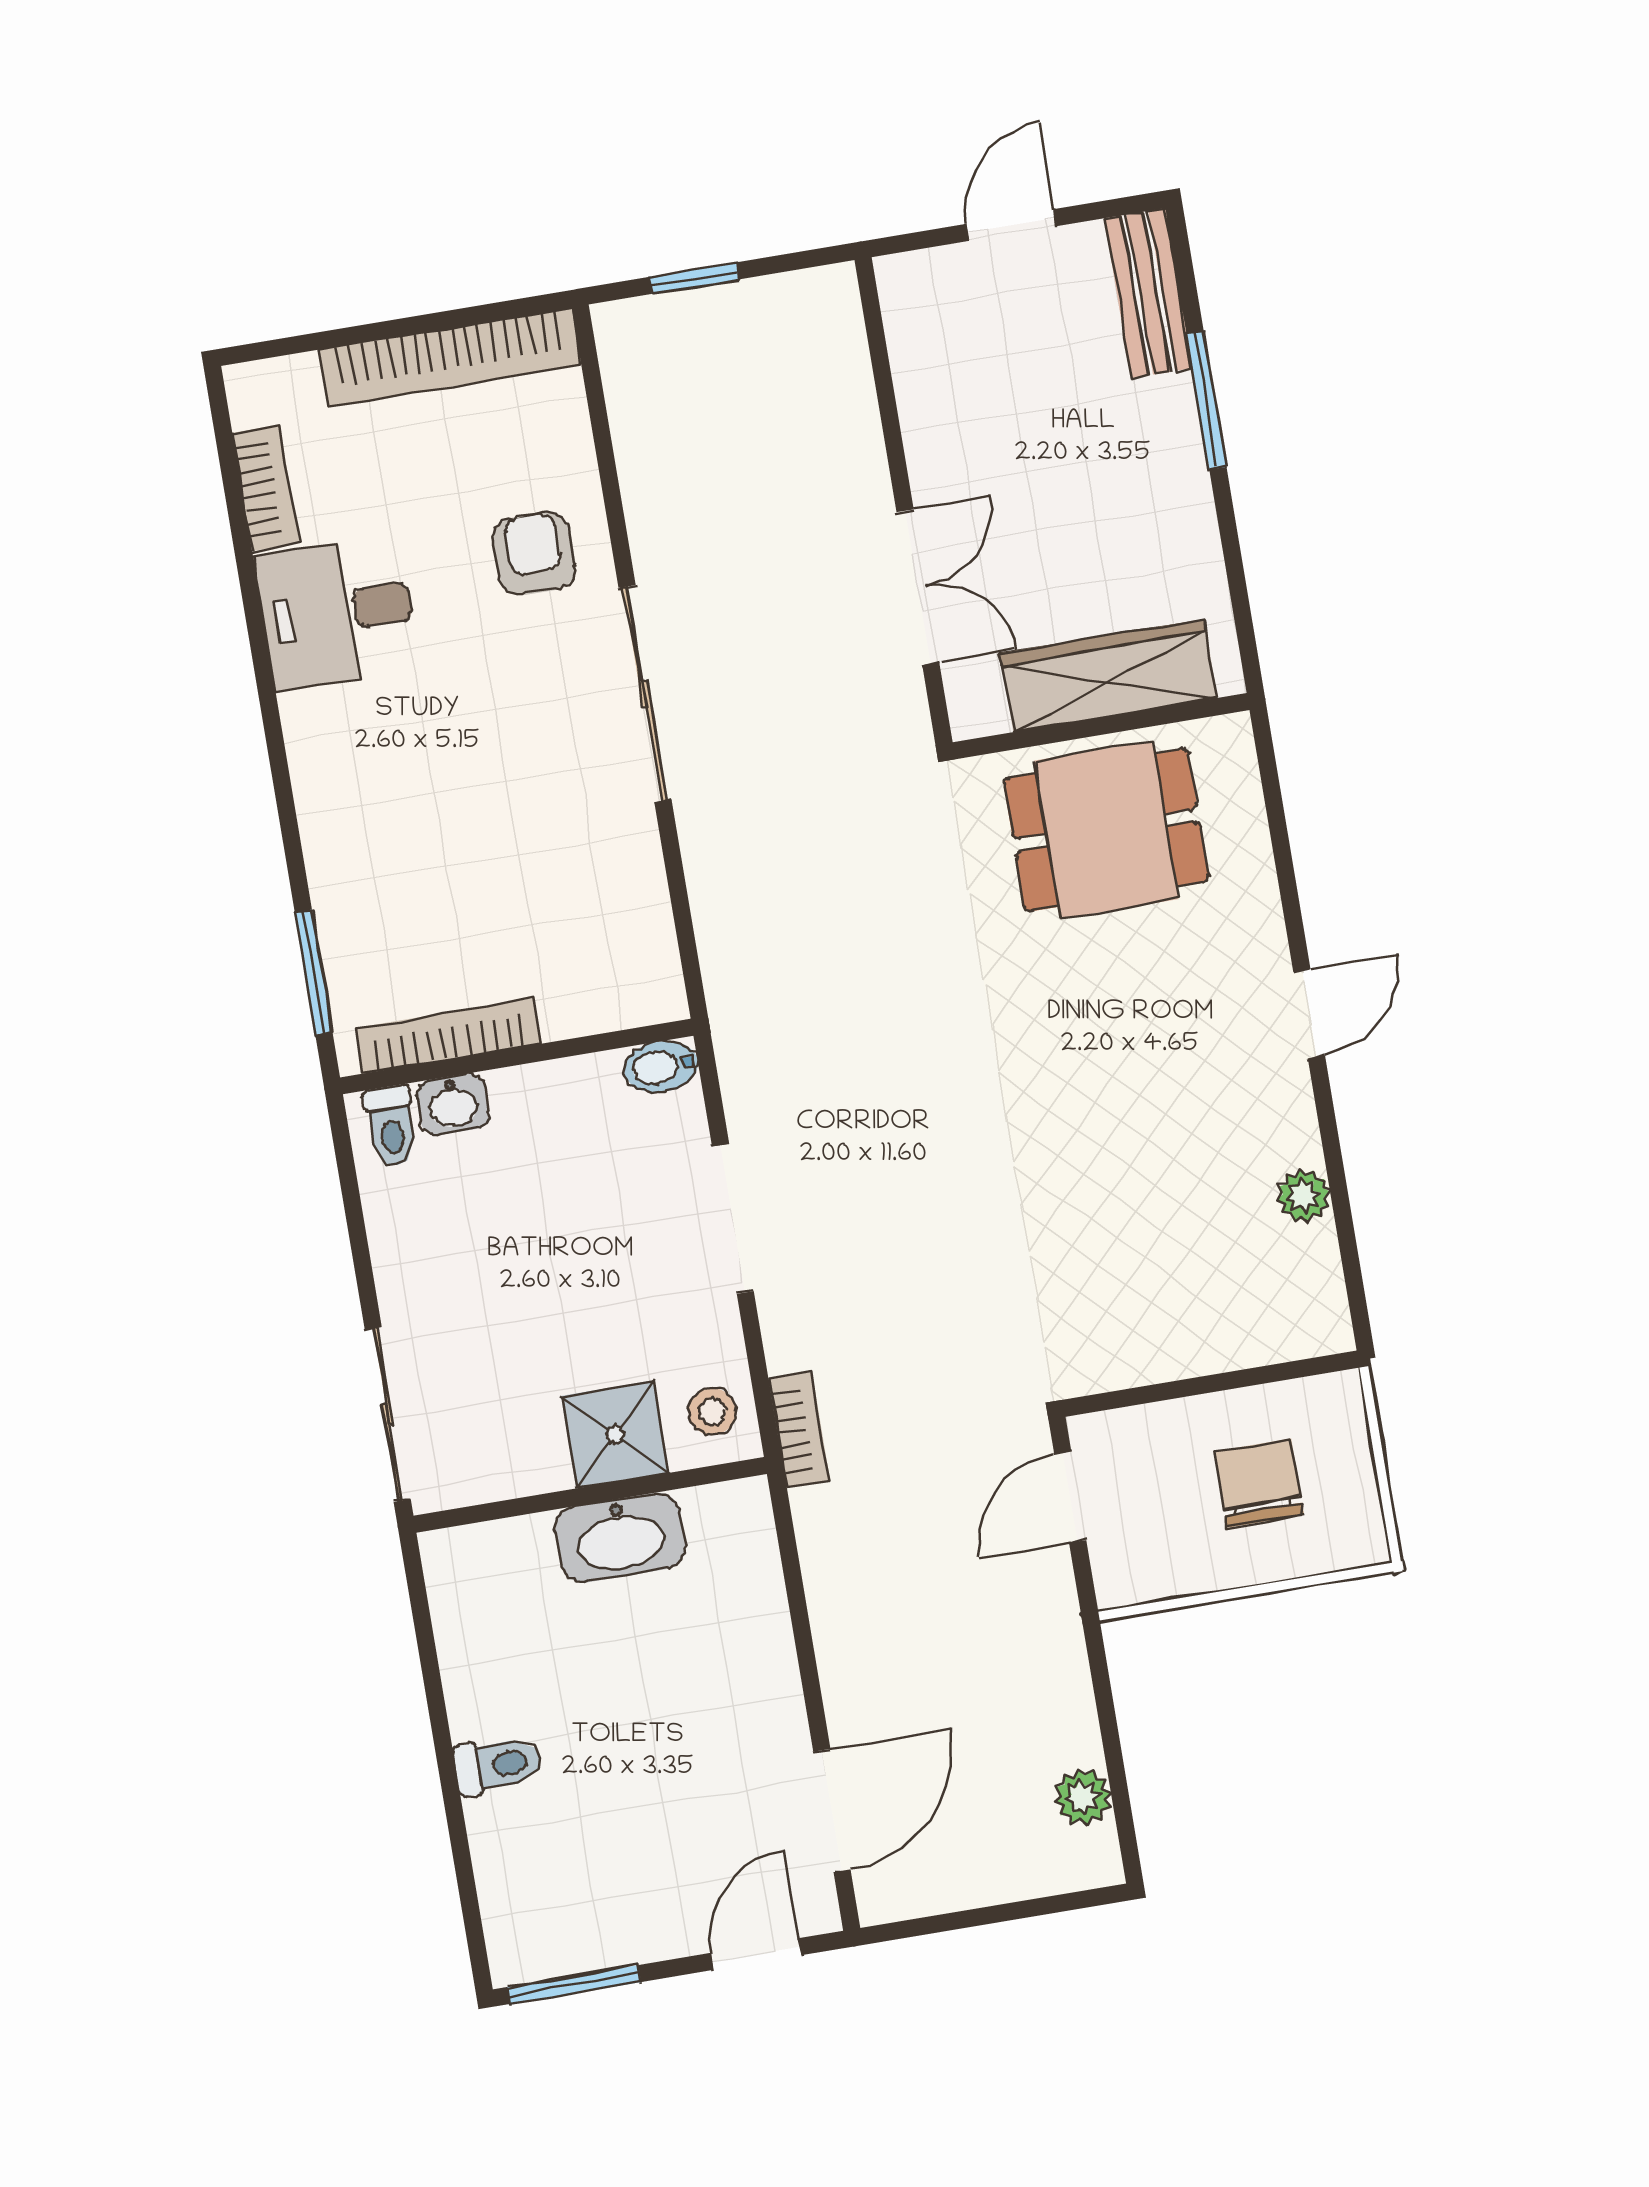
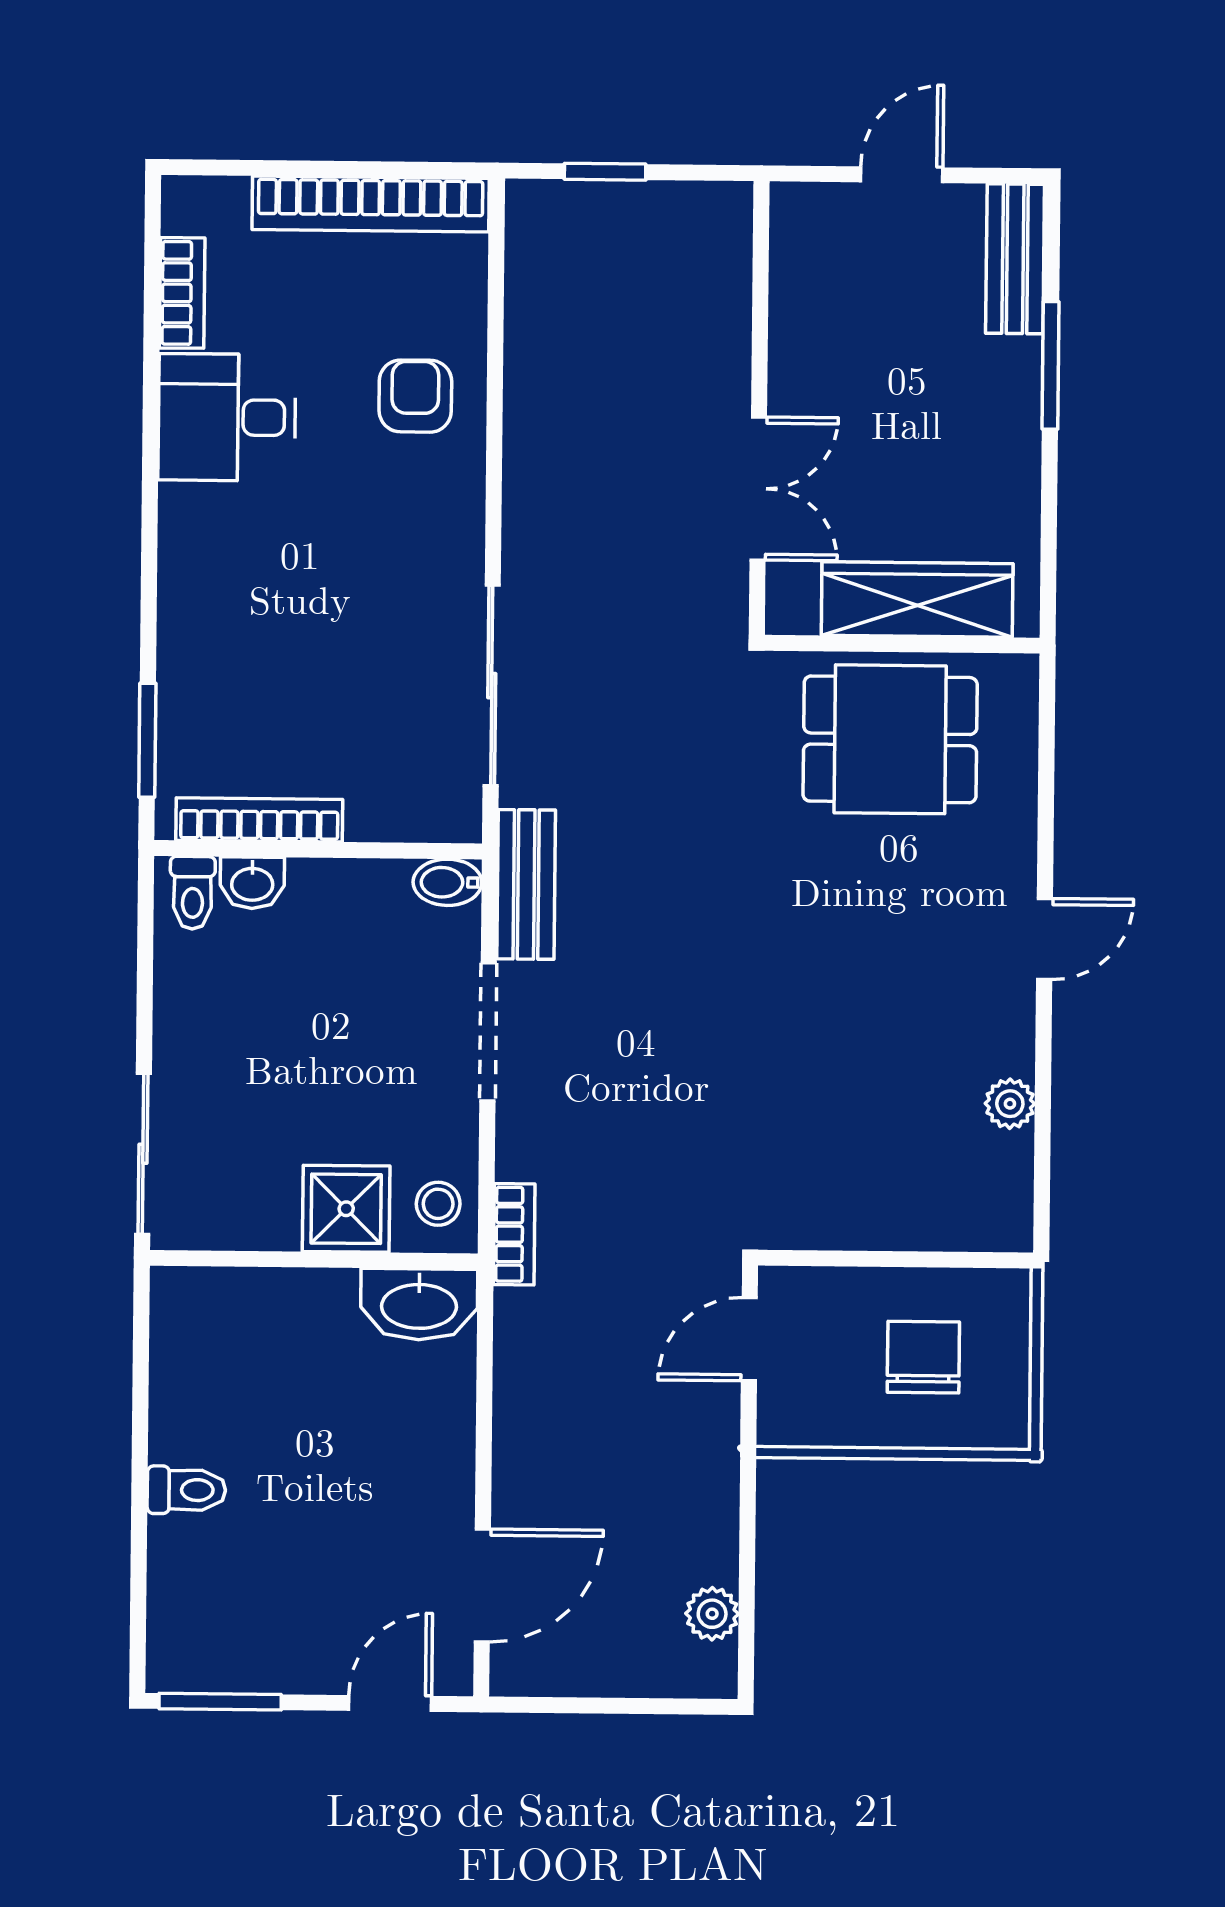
sliding door: (645, 694) -> (492, 686), moved
bench: (745, 1054) -> (526, 884), added
washbasin: (620, 1538) -> (419, 1304), moved

